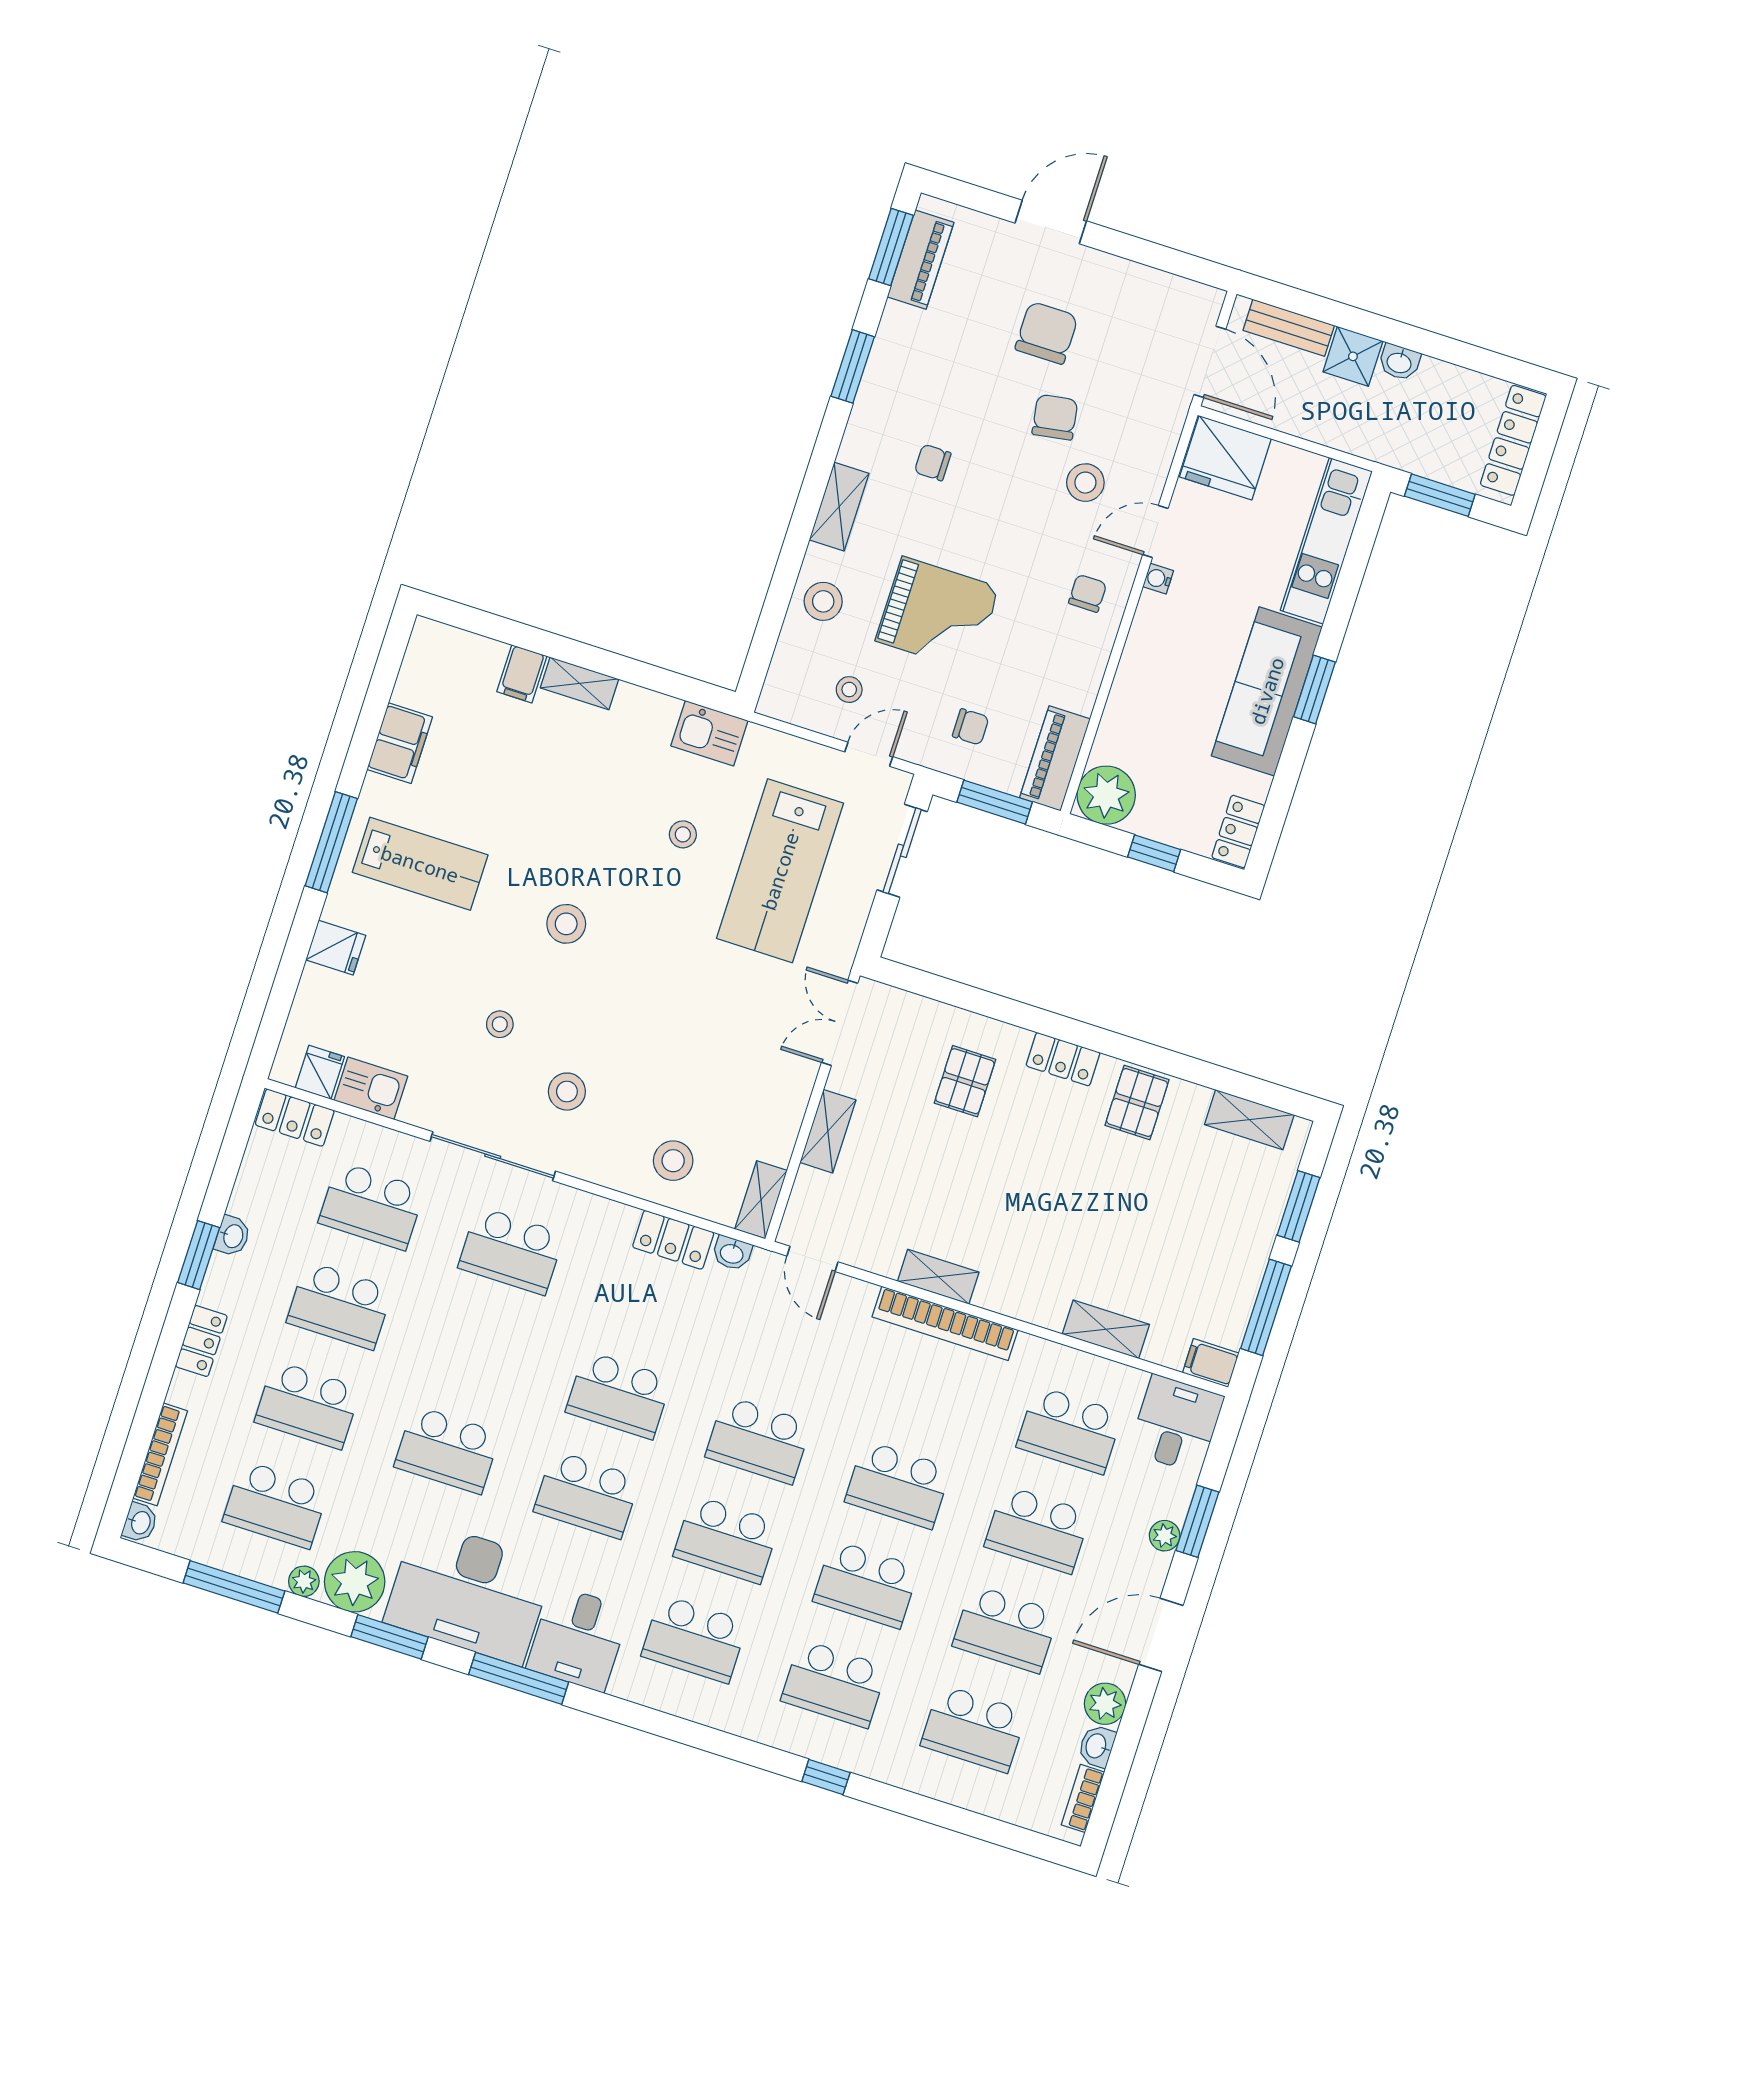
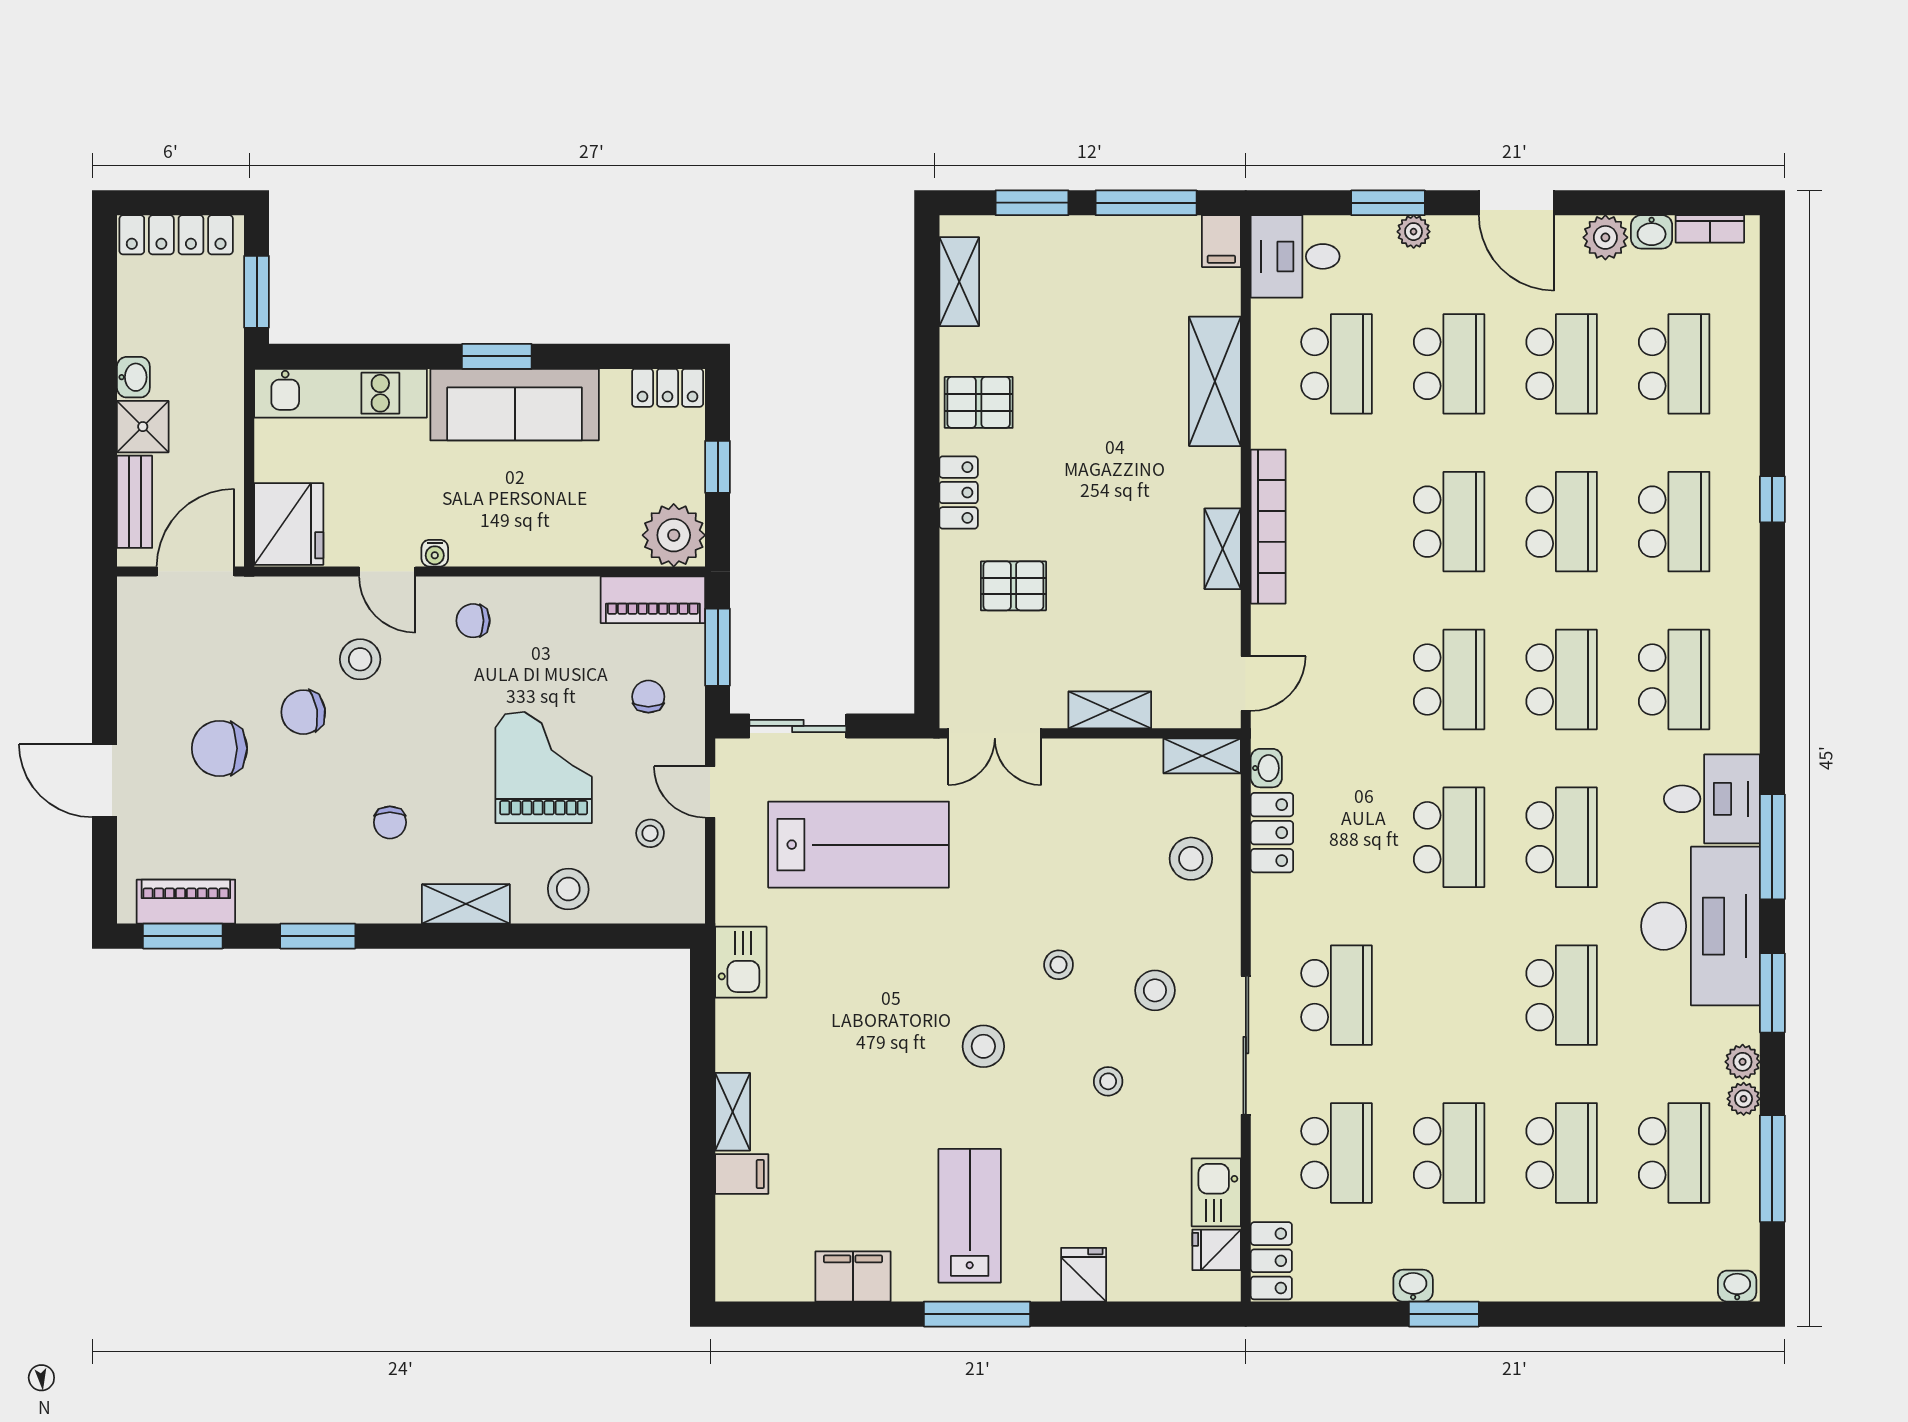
stool: (683, 834) -> (1059, 965), moved
shelving: (1106, 1329) -> (1215, 381), width x1.50, depth x1.33
locker: (201, 1341) -> (1531, 1283), removed
bookcase: (160, 1454) -> (1661, 1288), removed
plant: (355, 1582) -> (1743, 1062), width x0.53, depth x0.53

